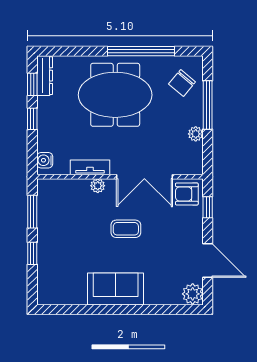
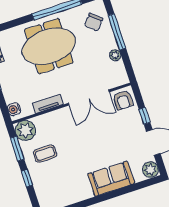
plant: (98, 186) -> (25, 130), moved, width x1.88, depth x1.88
armchair: (187, 194) -> (123, 100), turned -90
window: (208, 207) -> (145, 116), moved
coffee table: (126, 229) -> (45, 154), moved
sofa: (116, 289) -> (111, 179), moved

